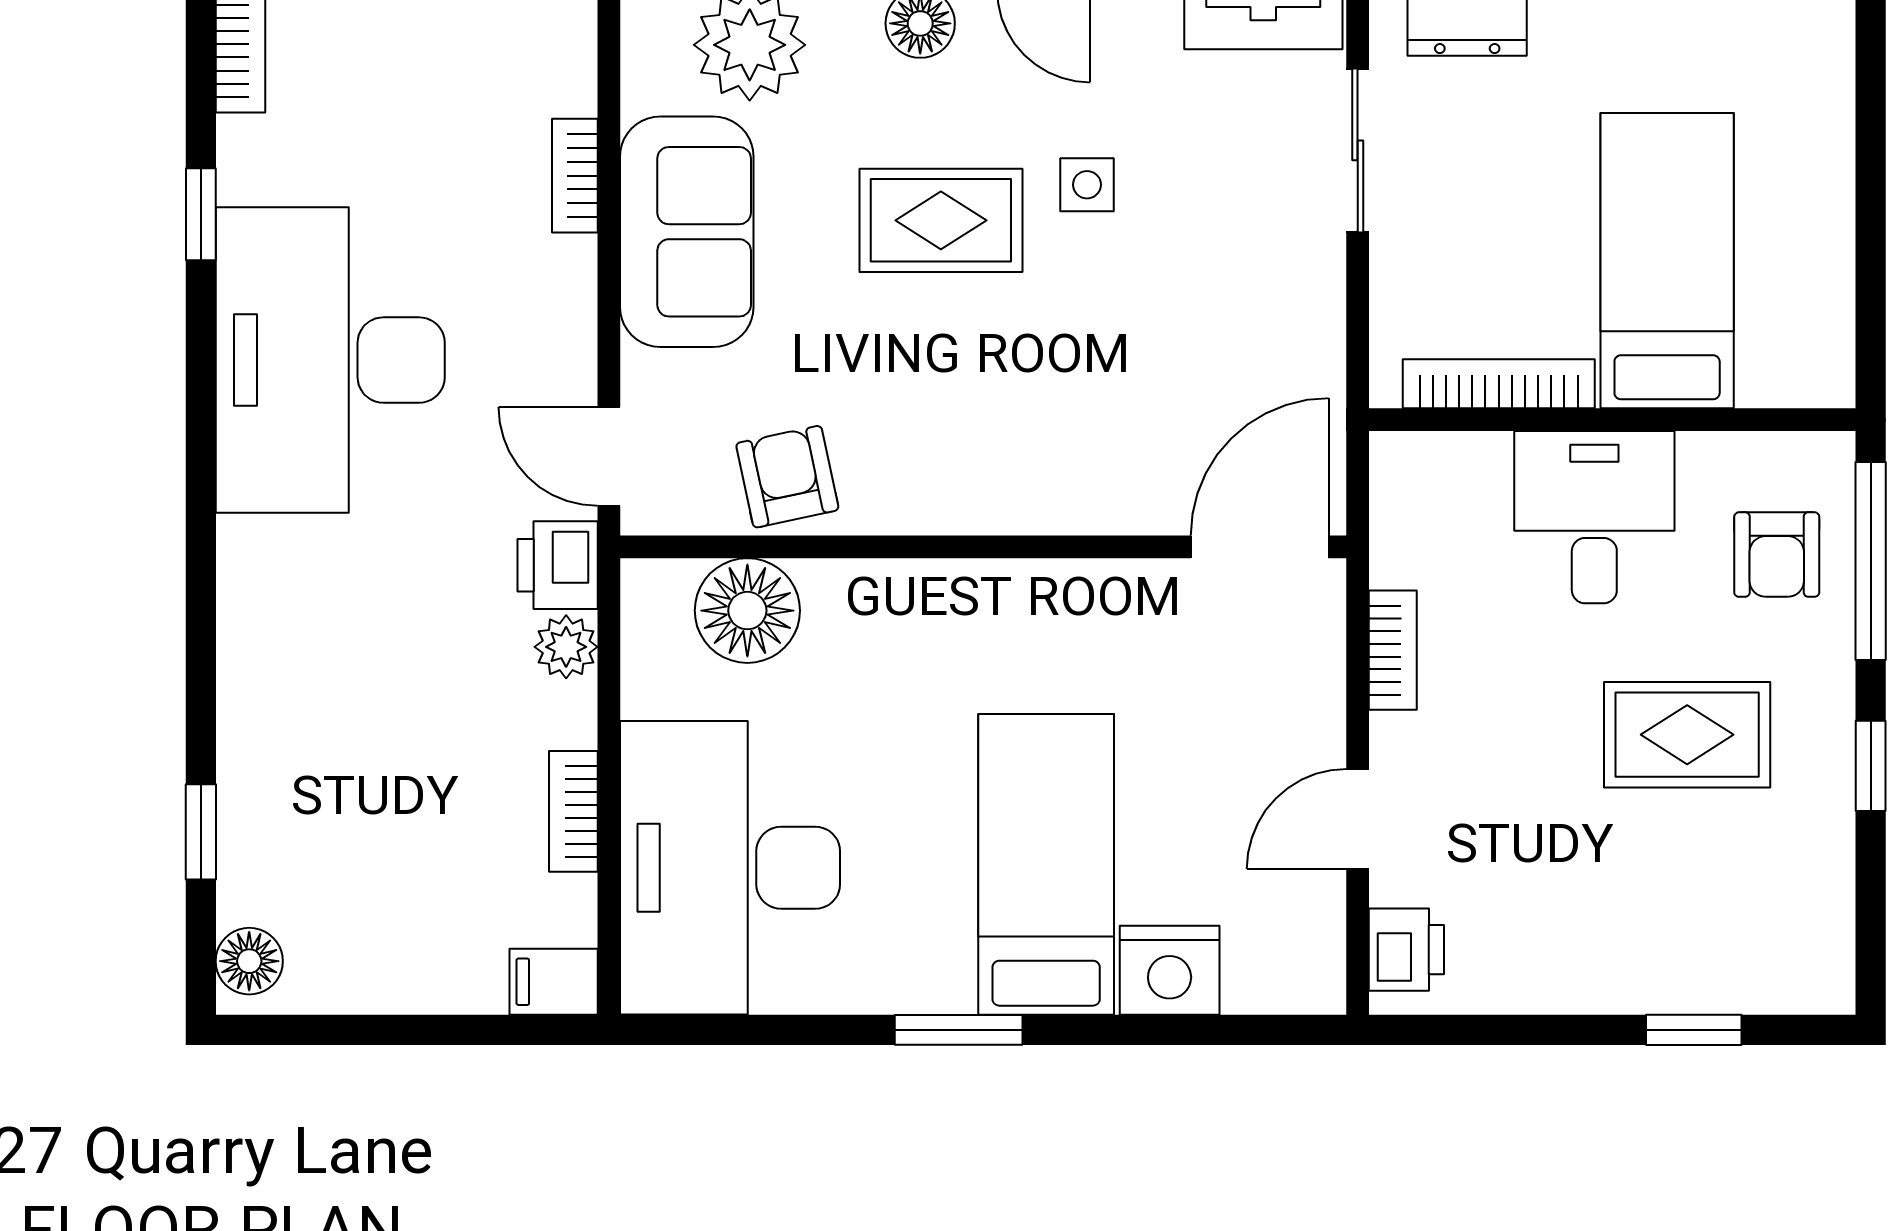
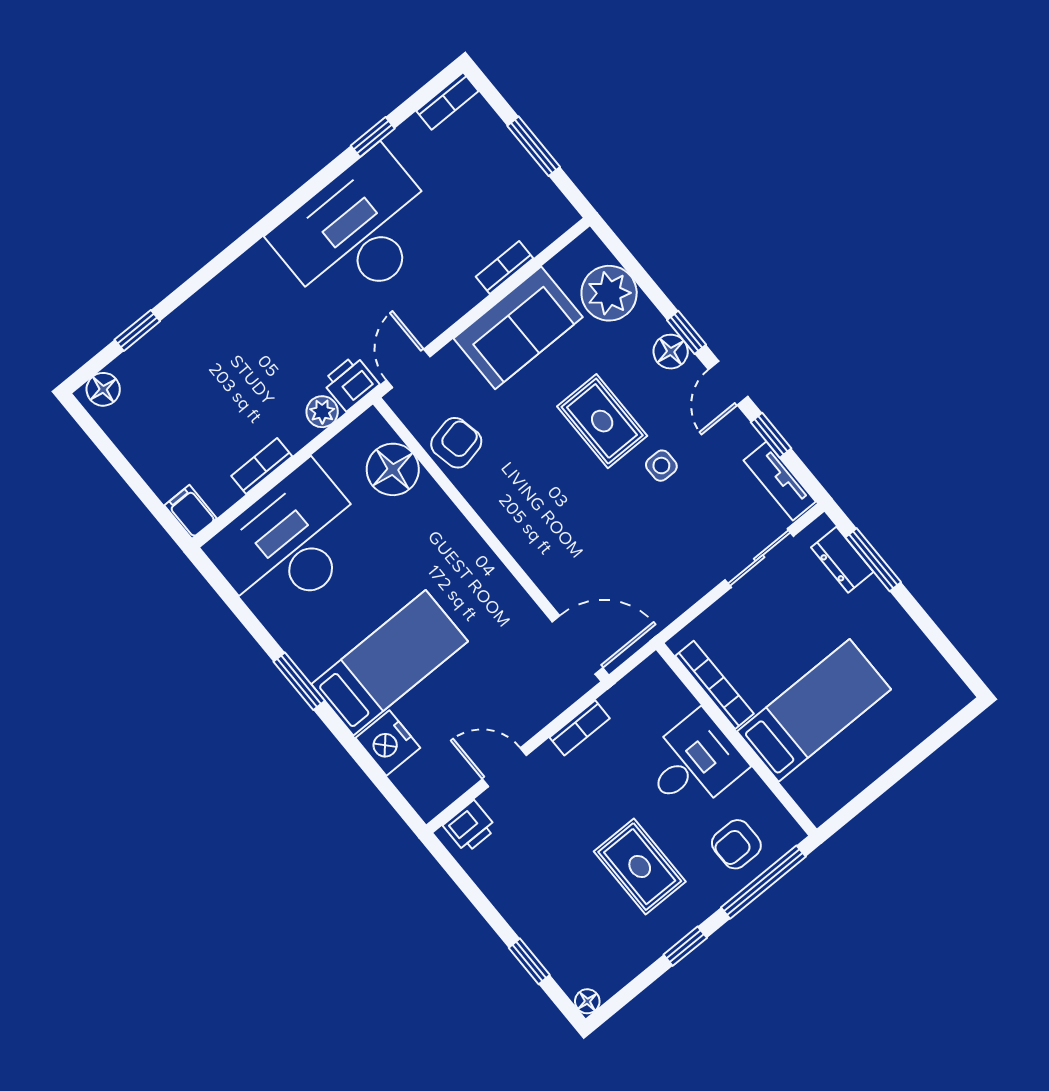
floor lamp: (1831, 990) -> (587, 1001), added

